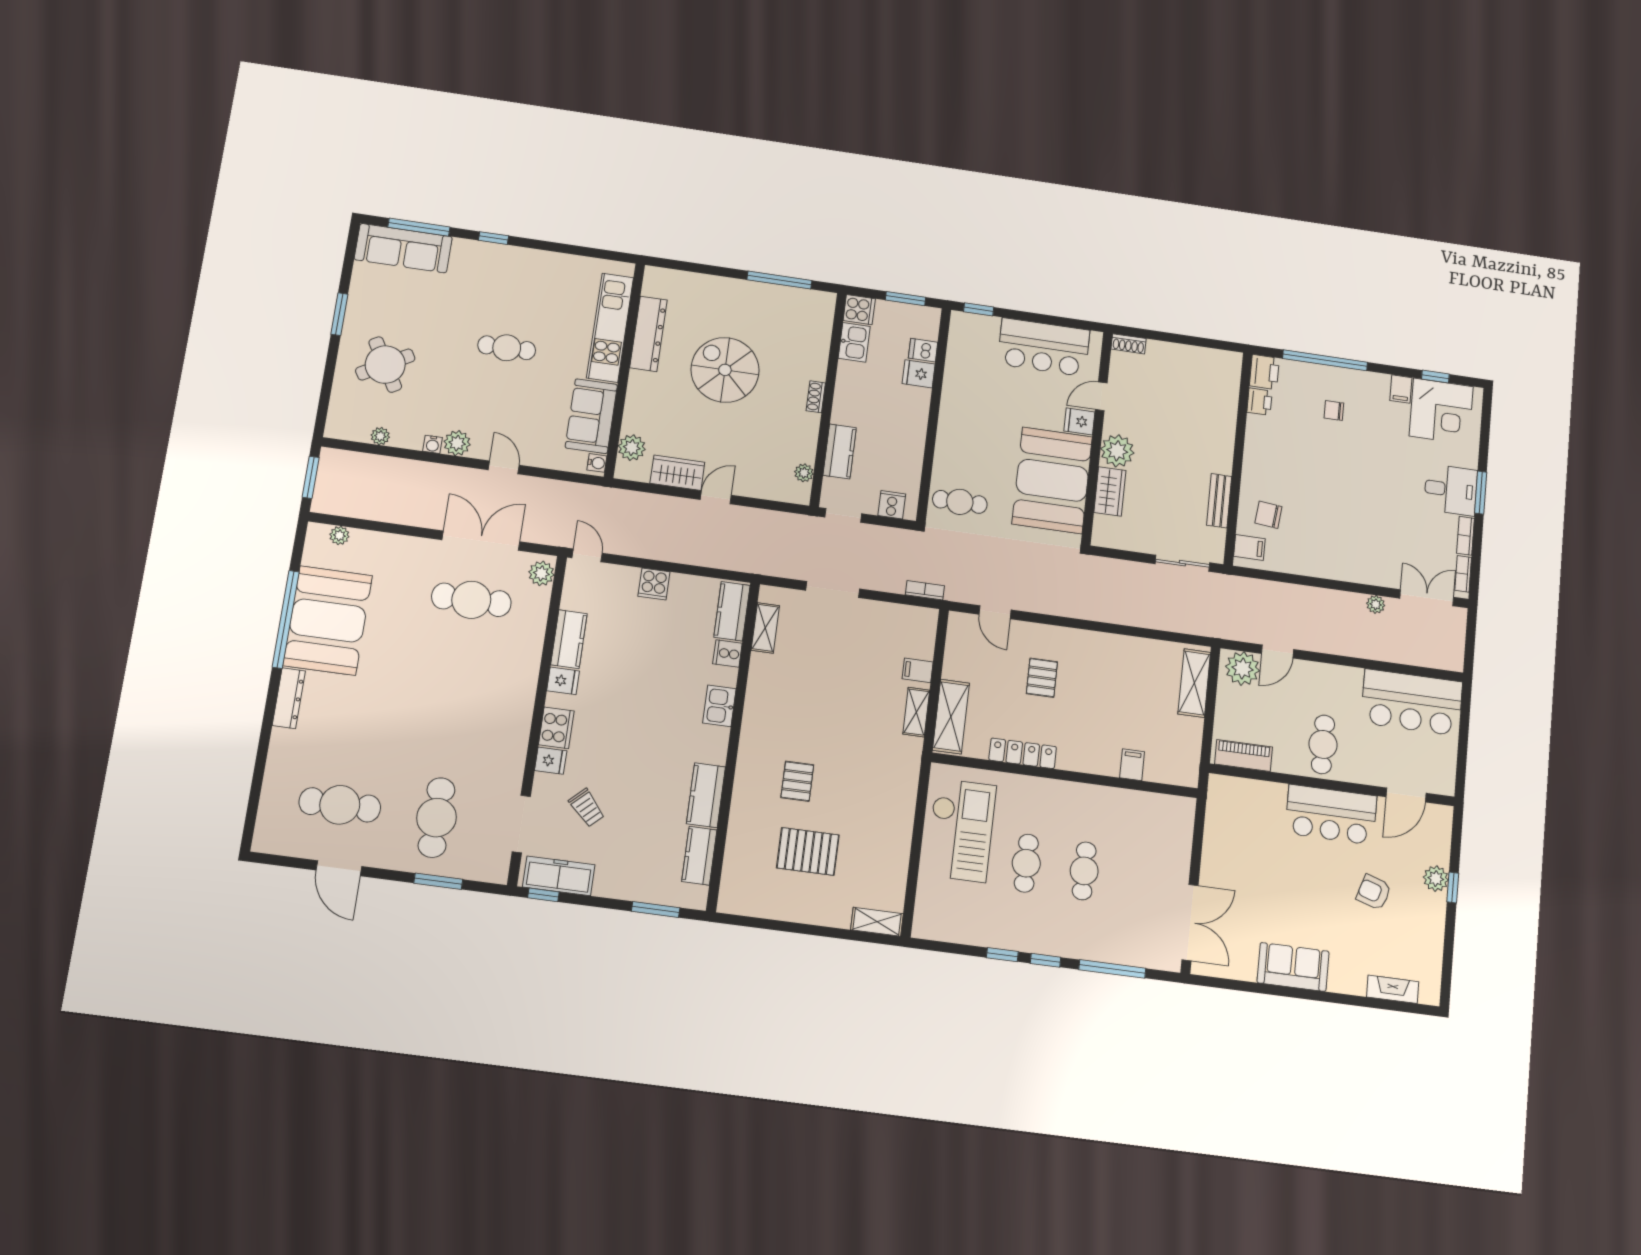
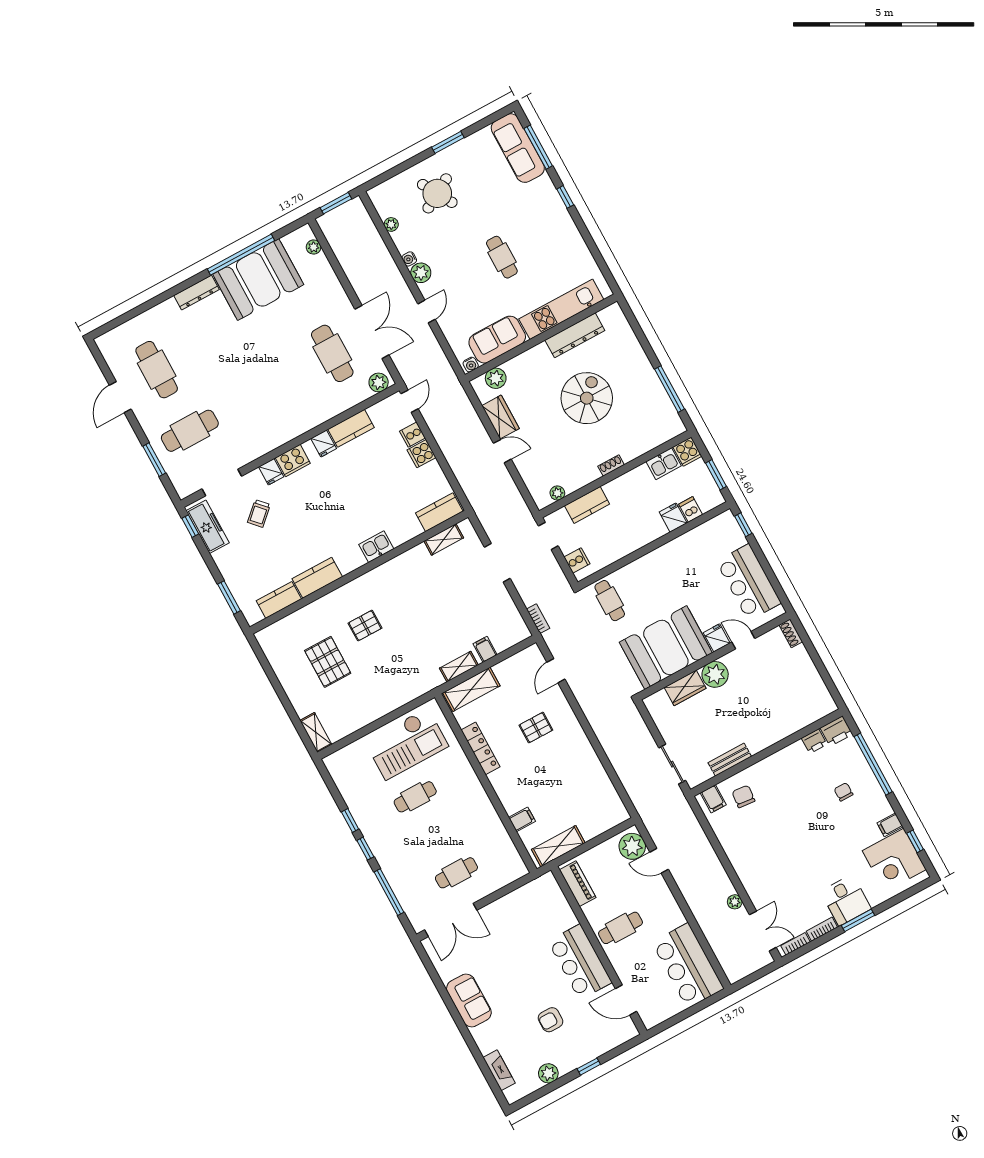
cooker: (727, 653) -> (412, 435), moved, turned -90
shelving: (1194, 683) -> (558, 846), moved
cafe table: (1084, 871) -> (456, 873), moved
plant: (1436, 879) -> (548, 1073), moved
armchair: (1374, 892) -> (550, 1020), turned -108

